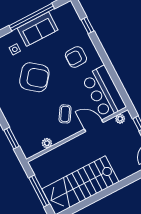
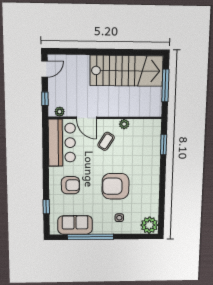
sofa: (38, 29) -> (75, 225), moved
armchair: (34, 77) -> (116, 186), turned -39
plant: (47, 143) -> (124, 124), moved

